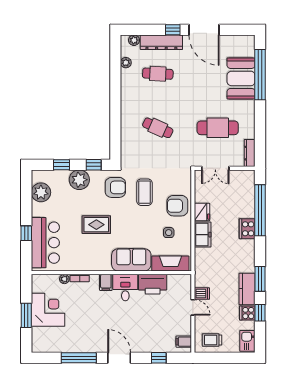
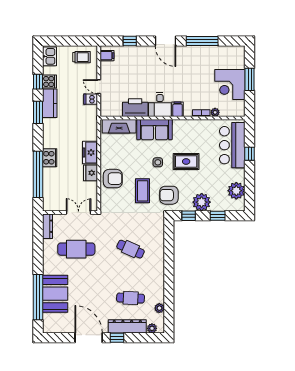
side table: (169, 233) -> (158, 162), moved

